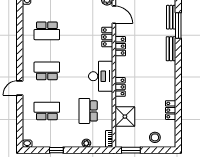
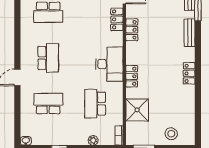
school desk: (47, 71) -> (48, 58), turned 90
locker: (171, 110) -> (189, 73), moved

